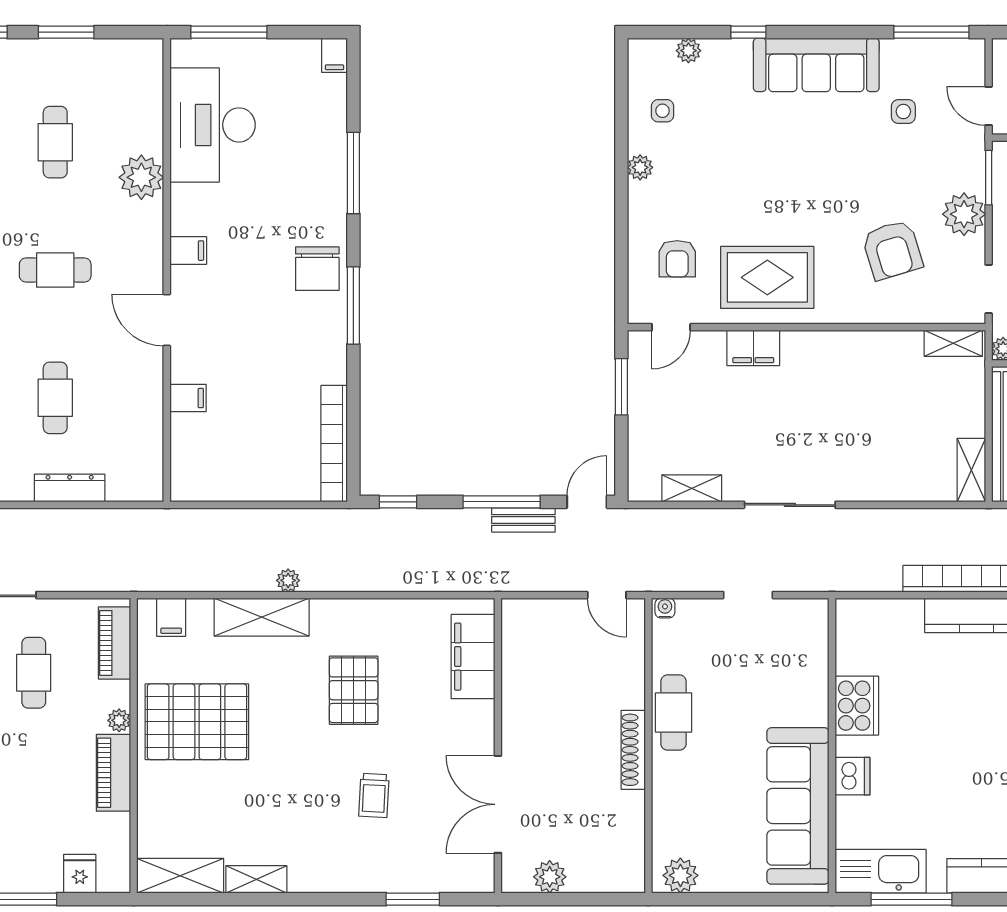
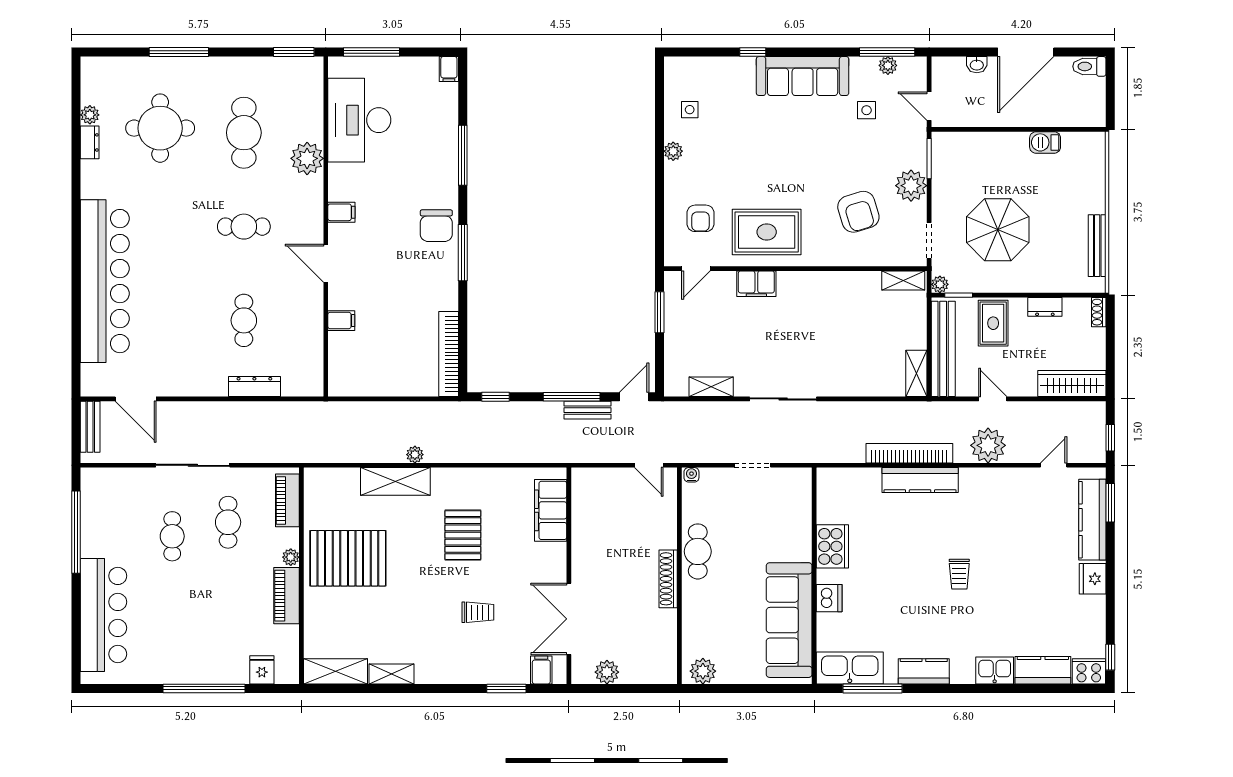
window: (66, 32) -> (294, 52), moved
plant: (688, 51) -> (888, 65), moved
cafe table: (55, 142) -> (244, 133), width x1.37, depth x1.35
filing cabinet: (171, 617) -> (541, 670), moved, turned 180
trolley: (374, 795) -> (478, 612), turned -93

